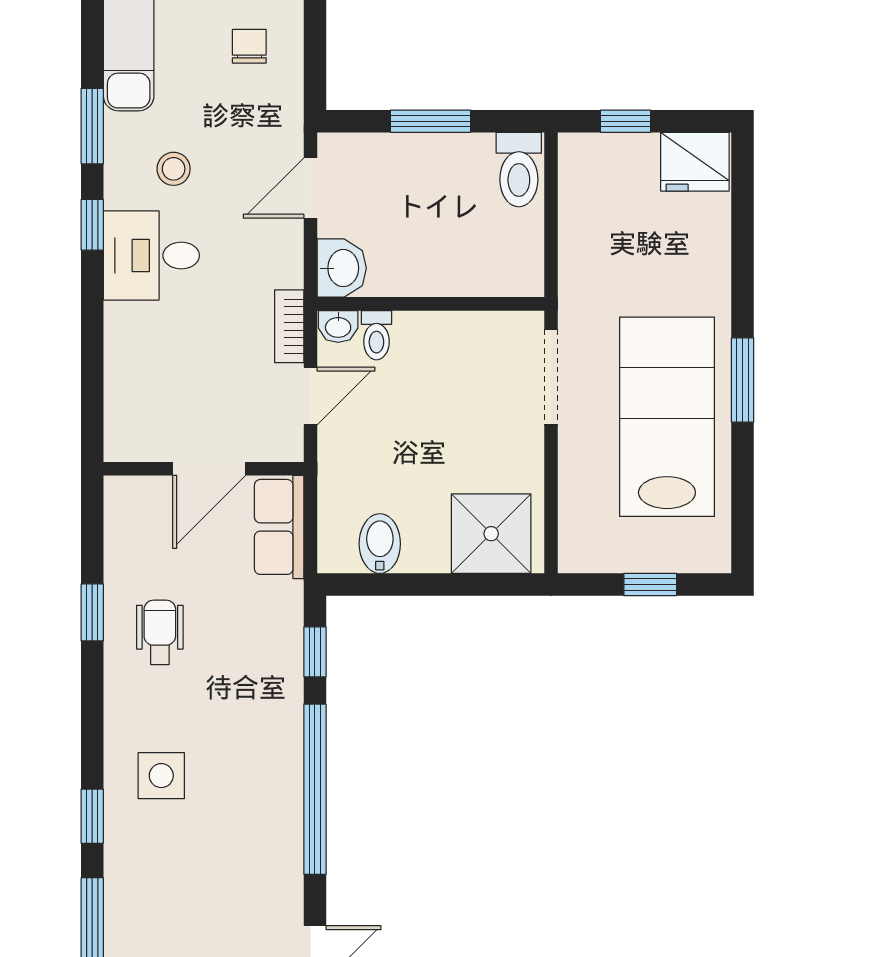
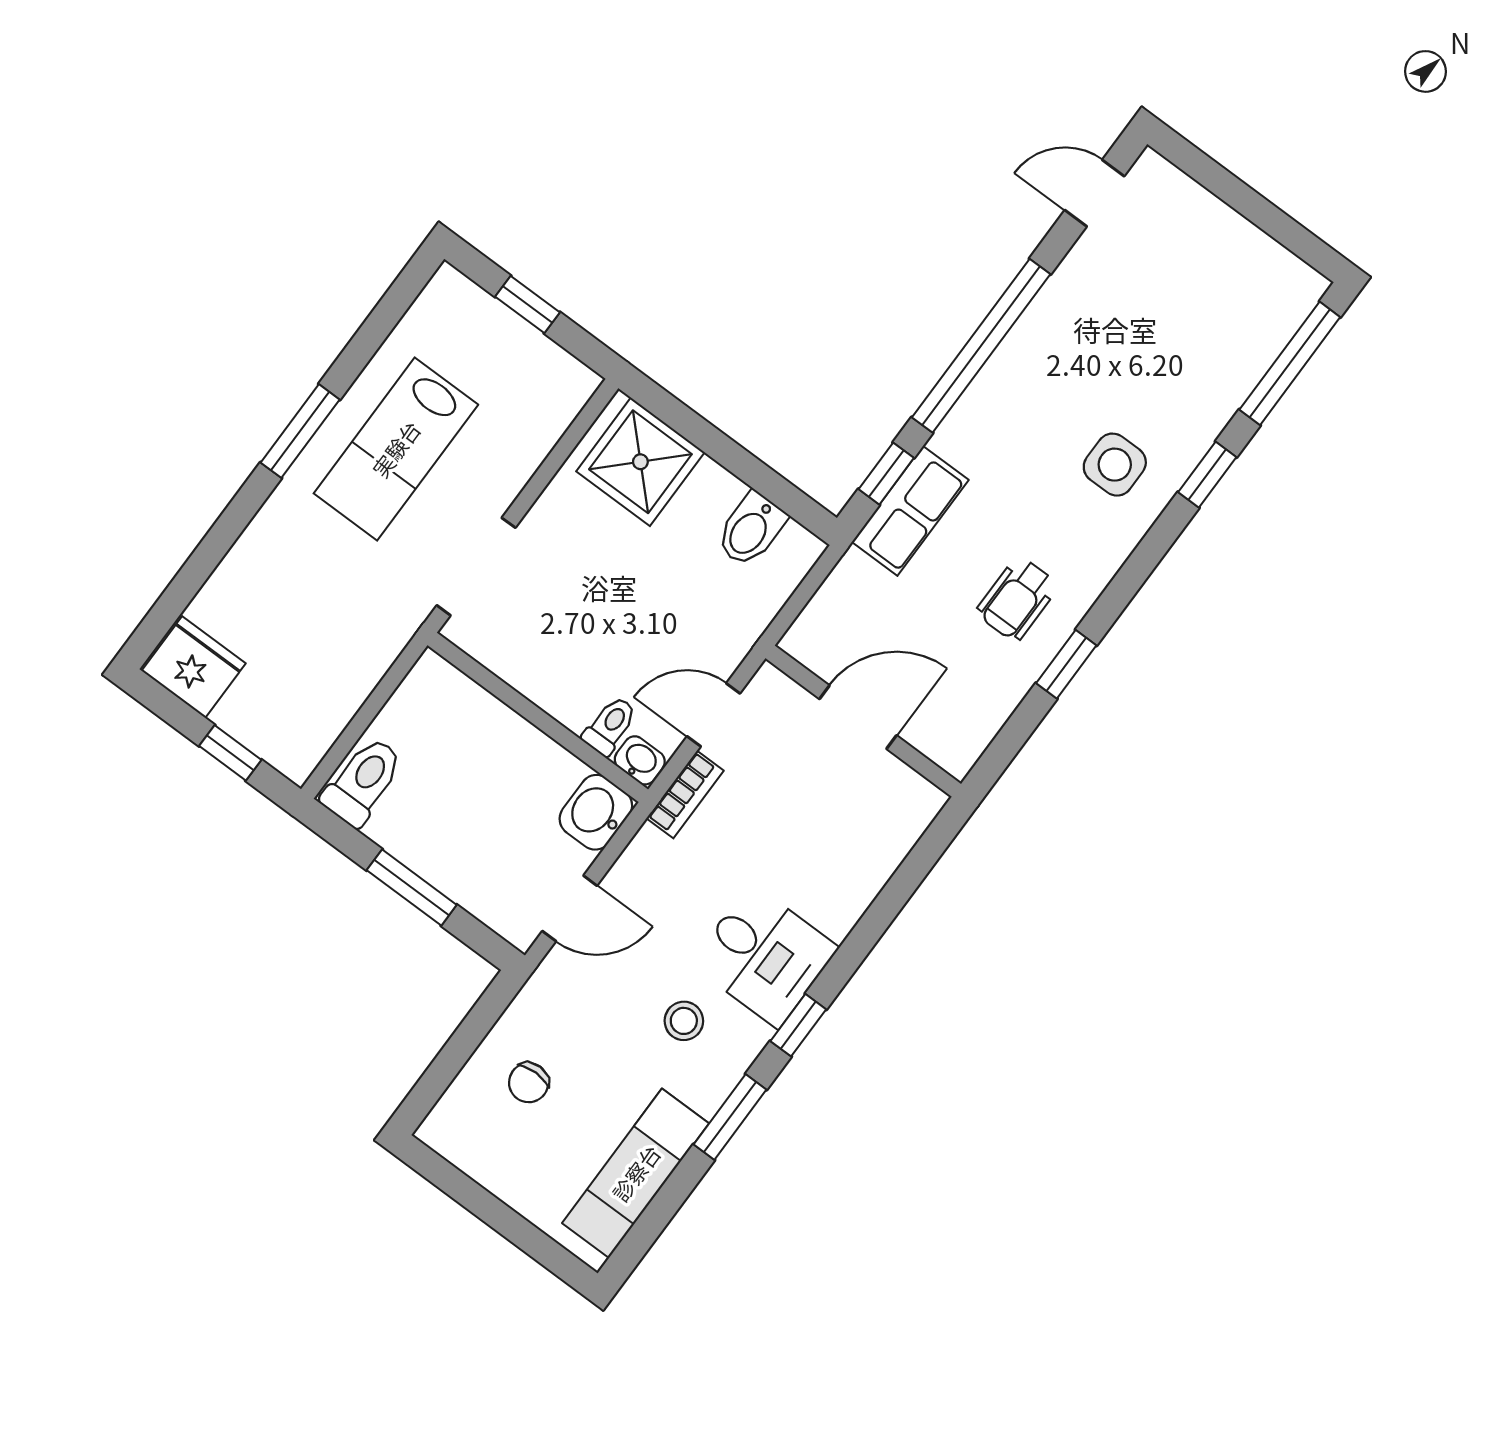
lab bench: (667, 417) -> (396, 449), width x0.73, depth x0.72
row of seats: (279, 527) -> (910, 511), moved

